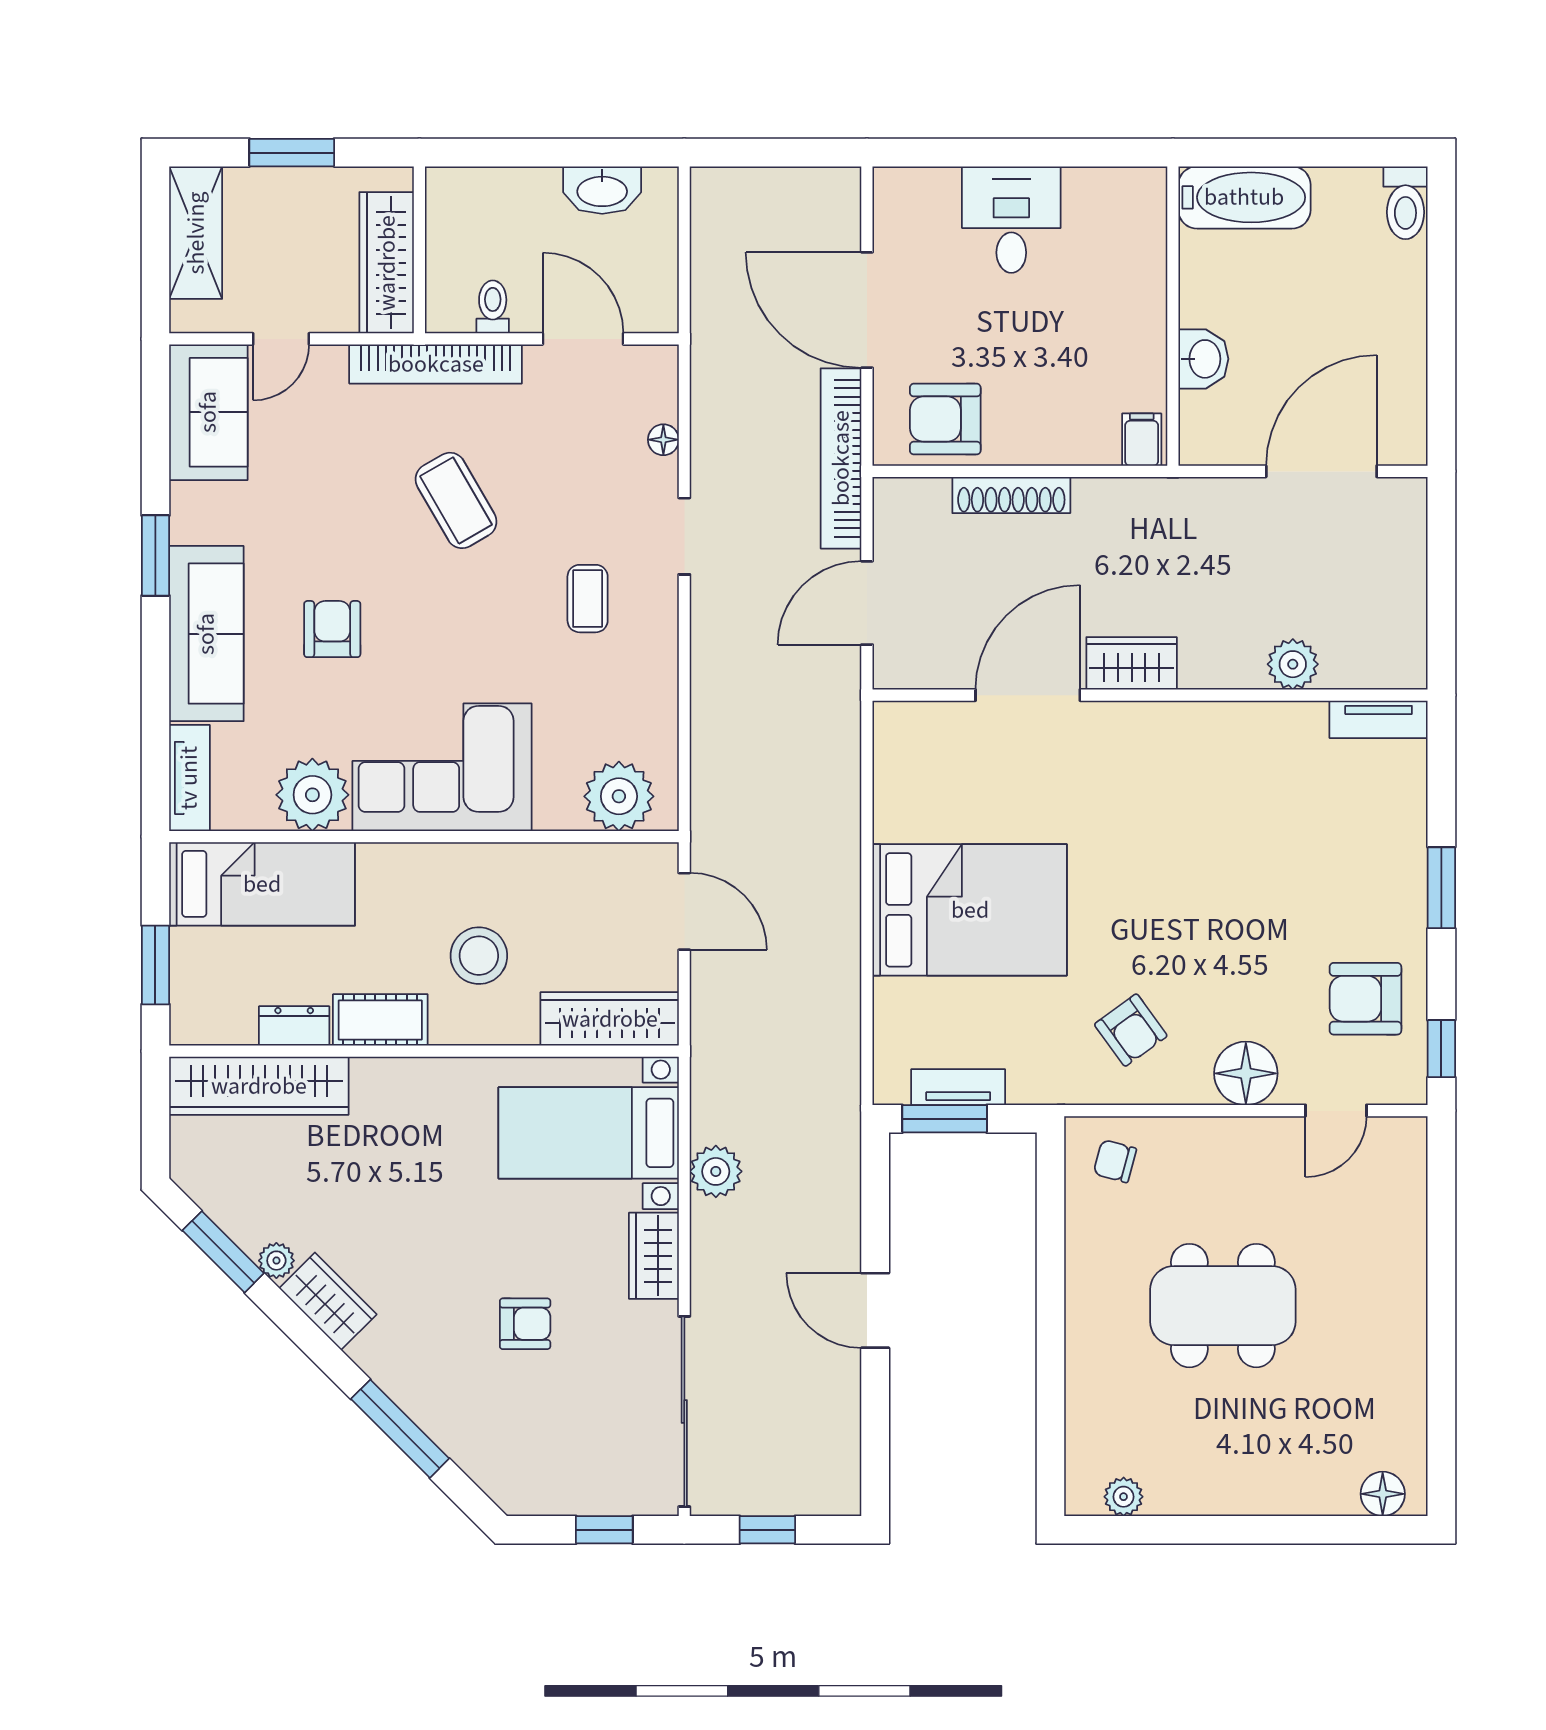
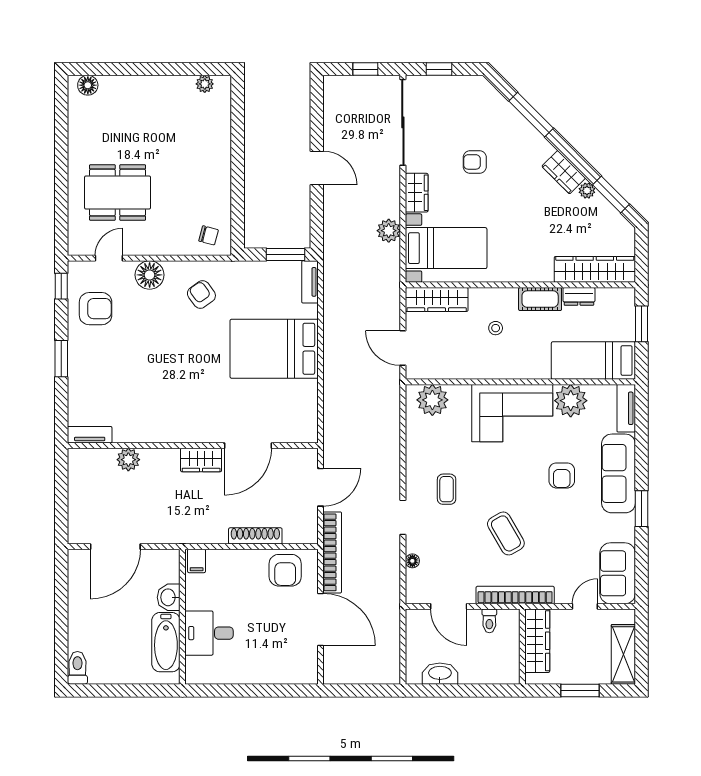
bathtub: (1244, 197) -> (166, 642), moved, turned -90
desk: (1011, 220) -> (209, 633), moved, turned 90
armchair: (945, 419) -> (285, 570), turned 90
stool: (479, 956) -> (496, 328), width x0.53, depth x0.53
tv unit: (958, 1087) -> (310, 282), moved, turned 90
dining table: (1223, 1306) -> (118, 193), moved

